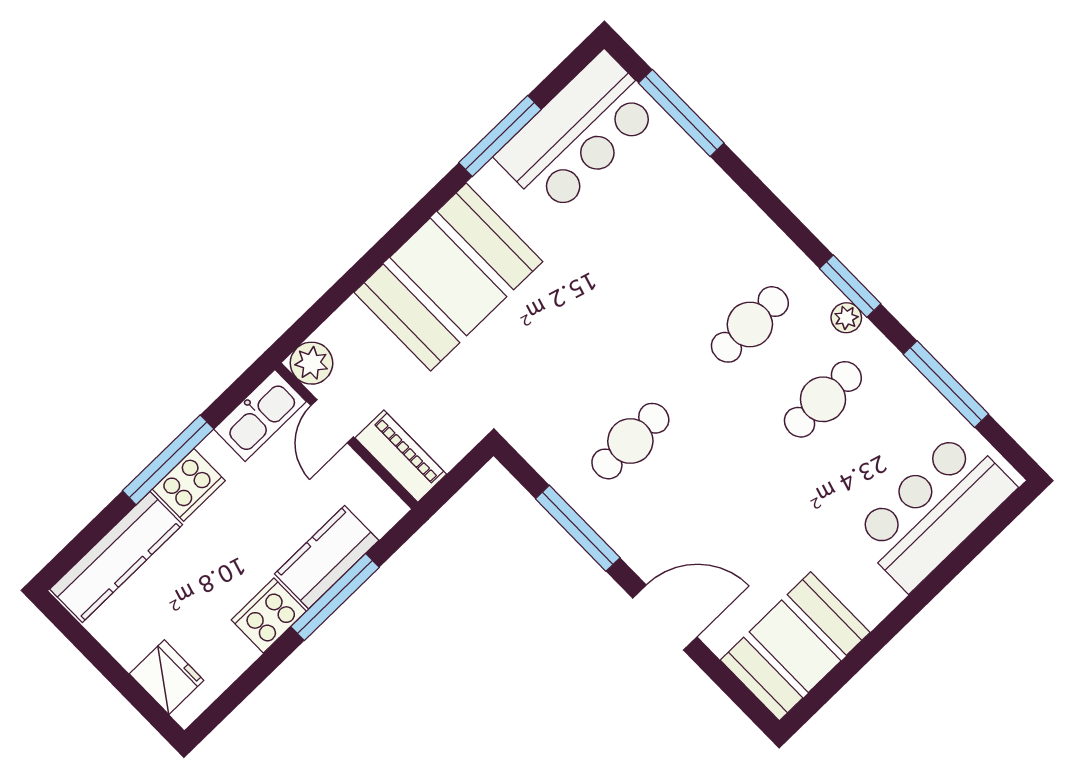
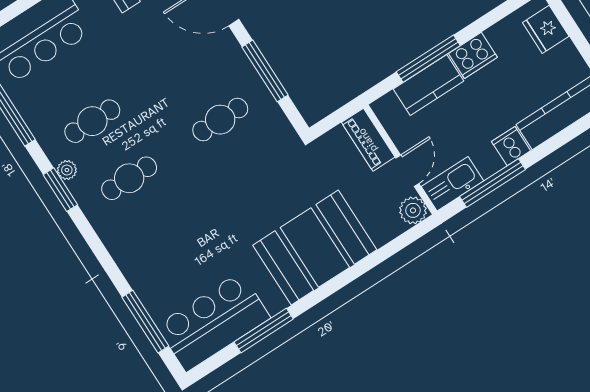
window: (168, 460) -> (493, 183), moved
cooker: (189, 485) -> (511, 146), width x0.73

